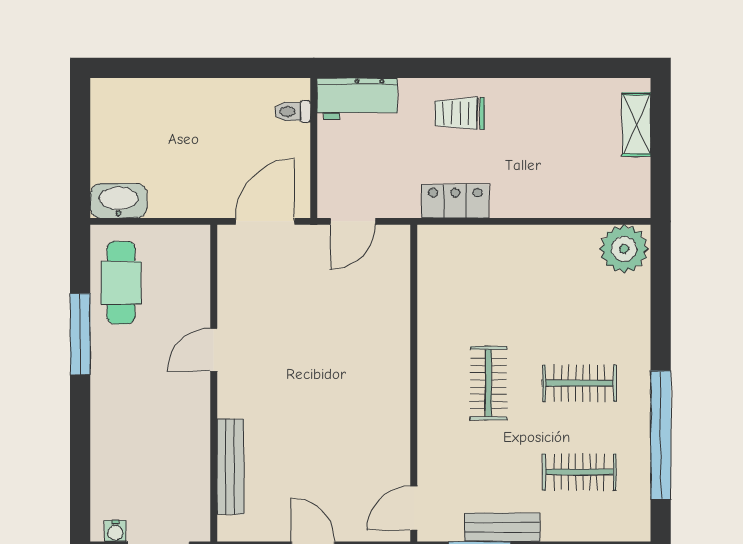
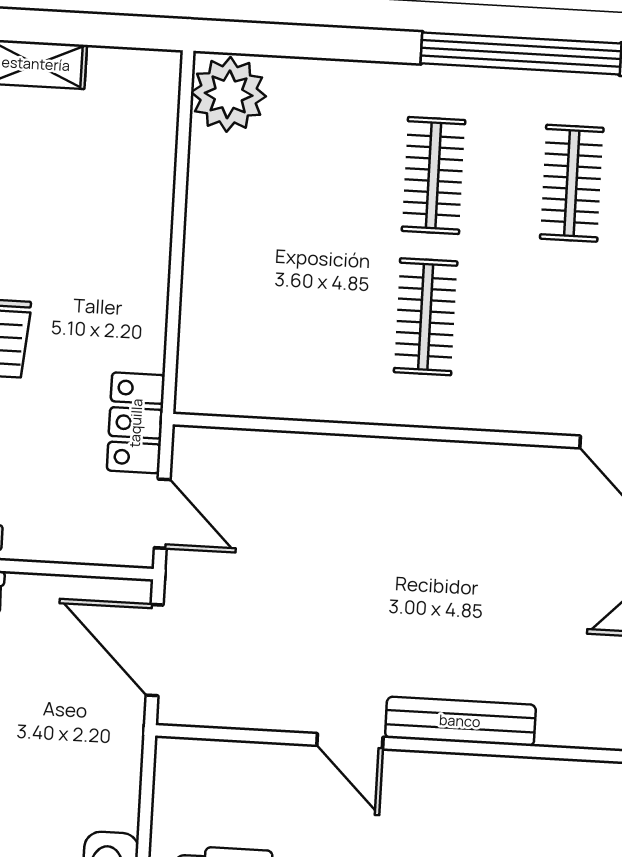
locker: (455, 201) -> (136, 423), moved
clothes rail: (488, 383) -> (426, 317), turned 90
bench: (230, 467) -> (460, 721), moved

